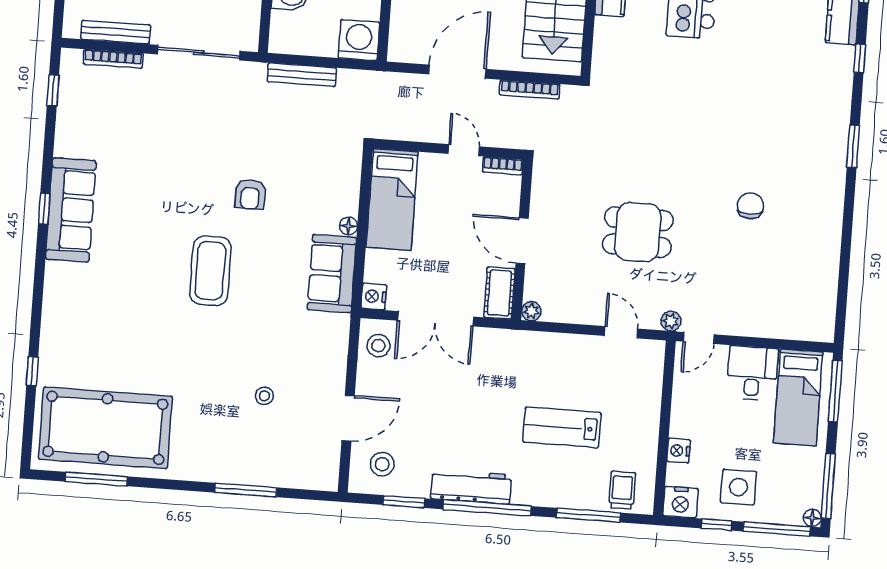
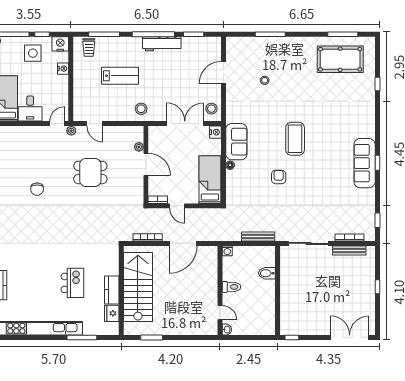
washing machine: (359, 40) -> (227, 251), width x0.53, depth x0.53
cot: (499, 293) -> (155, 138), removed
plant: (531, 311) -> (139, 147), moved
pool table: (105, 428) -> (340, 59), width x0.73, depth x0.76
stool: (382, 464) -> (141, 109), moved

